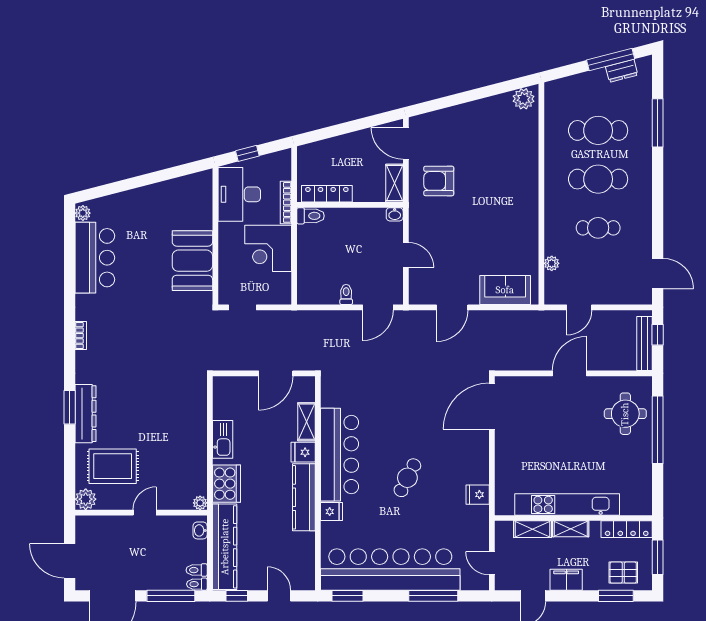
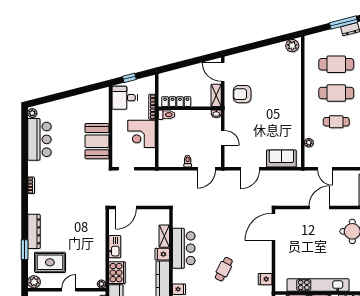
desk: (239, 194) -> (125, 98), width x0.73
door: (579, 307) -> (325, 169), hinge flipped
door: (276, 373) -> (126, 208), moved
window: (70, 407) -> (25, 250), moved
bar counter: (340, 455) -> (184, 248), width x0.73

